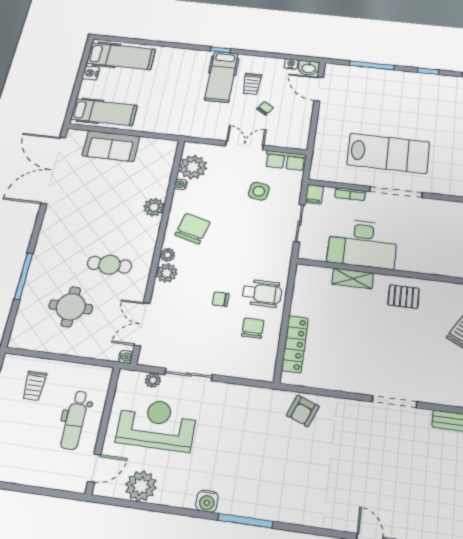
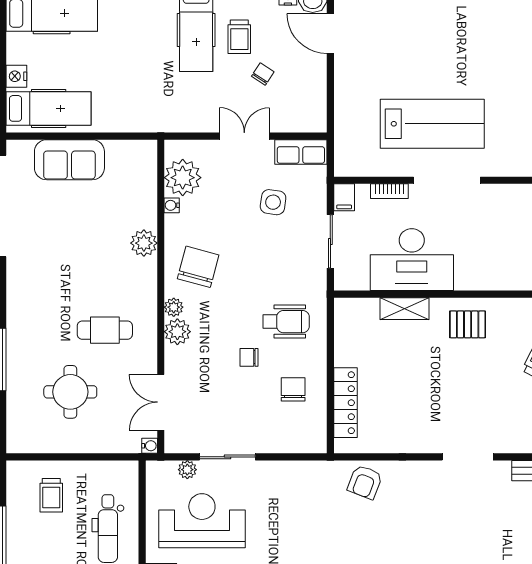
nightstand: (91, 73) -> (16, 76), moved
wheelchair: (262, 293) -> (286, 322), moved

